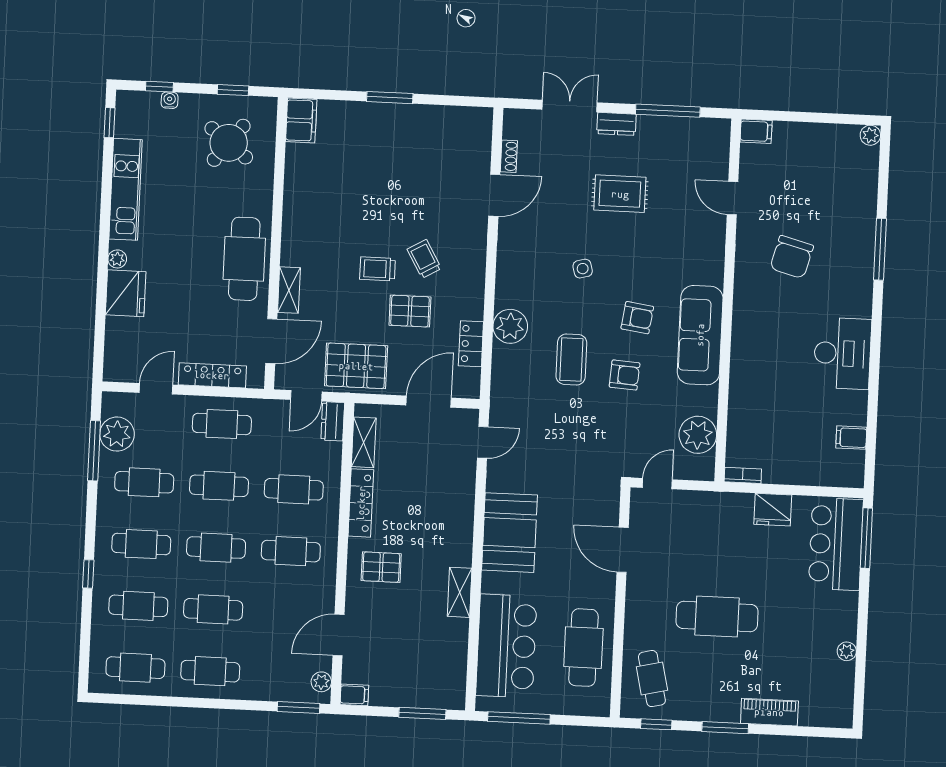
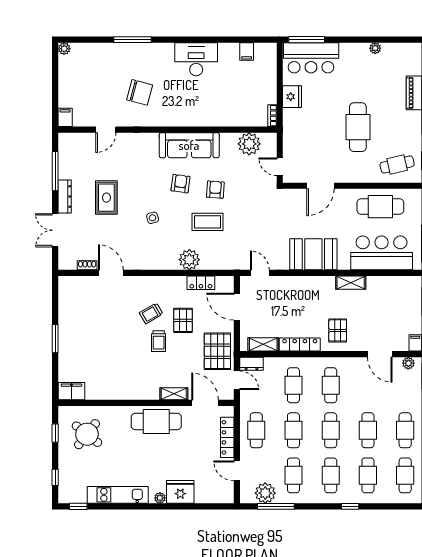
water cooler: (170, 100) -> (63, 471), removed
dresser: (616, 124) -> (65, 197), width x1.44

